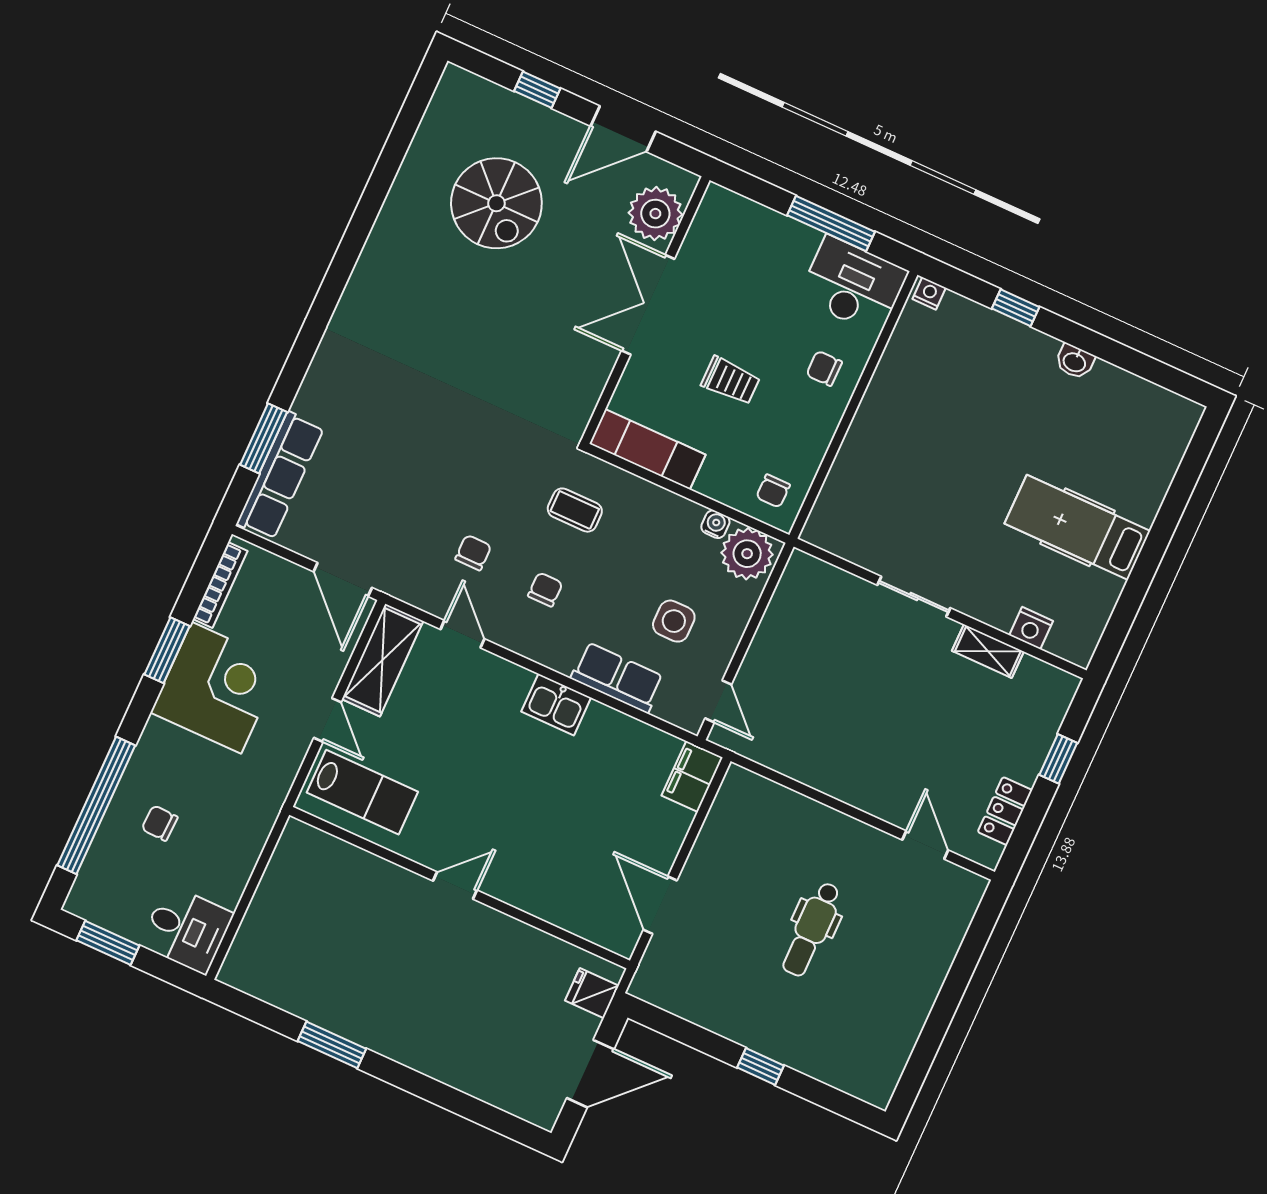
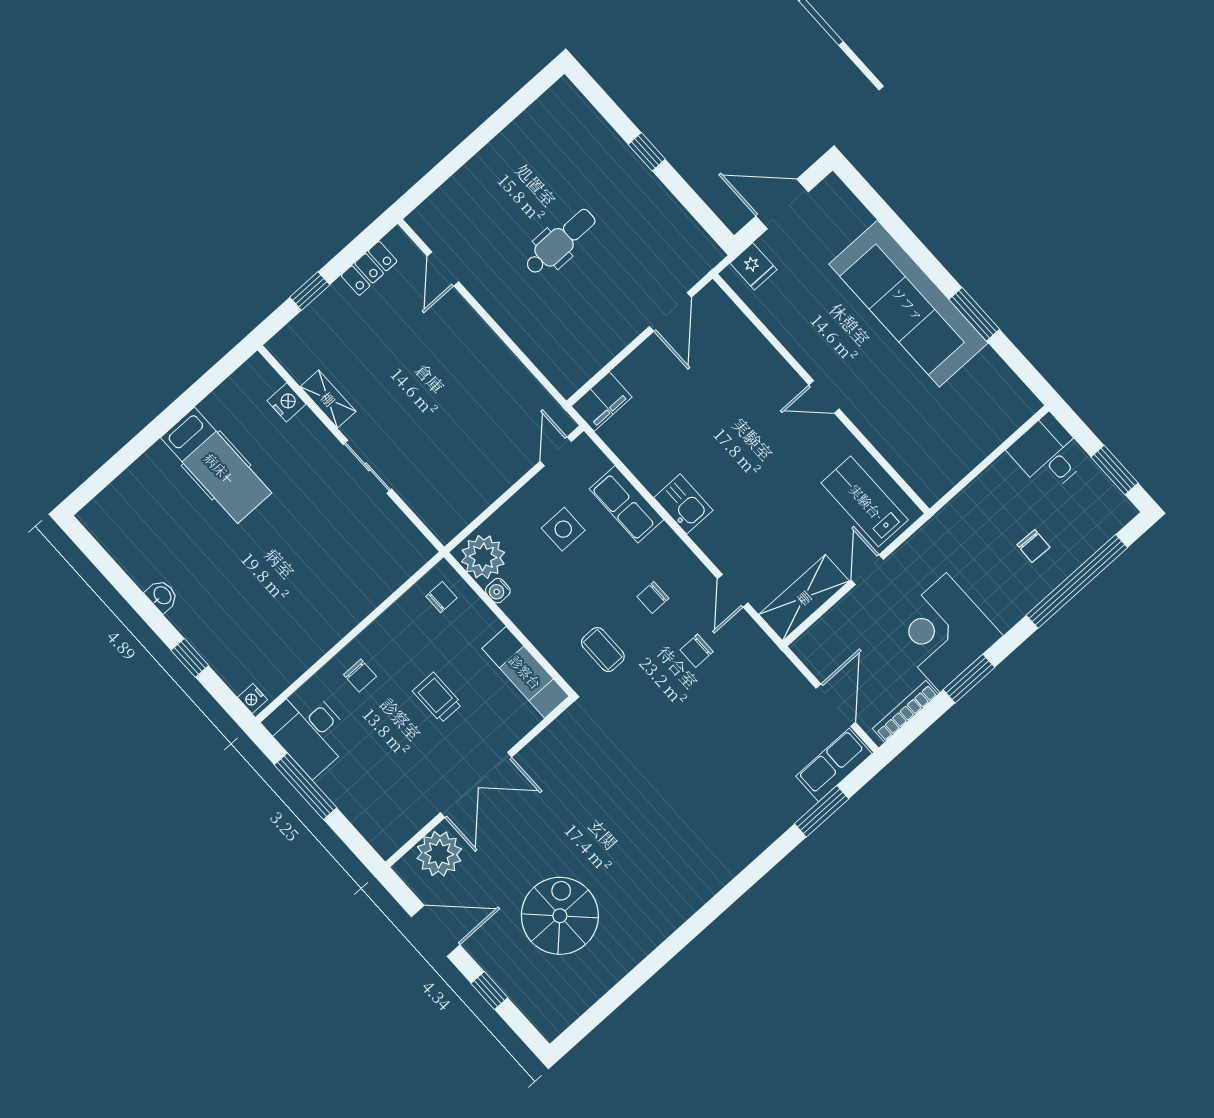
row of seats: (280, 476) -> (834, 765), width x0.68
door: (343, 580) -> (836, 705), moved
sofa: (408, 1026) -> (908, 304), added

